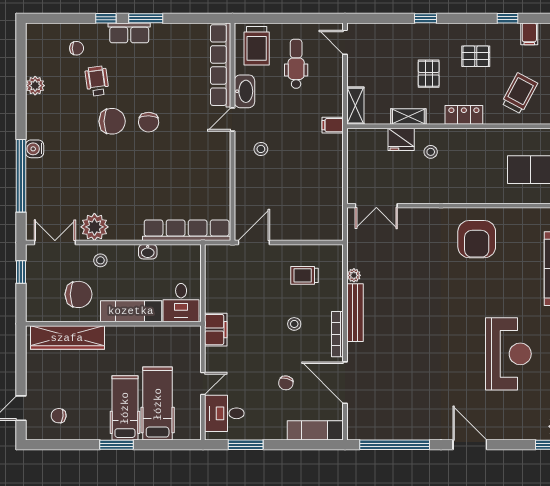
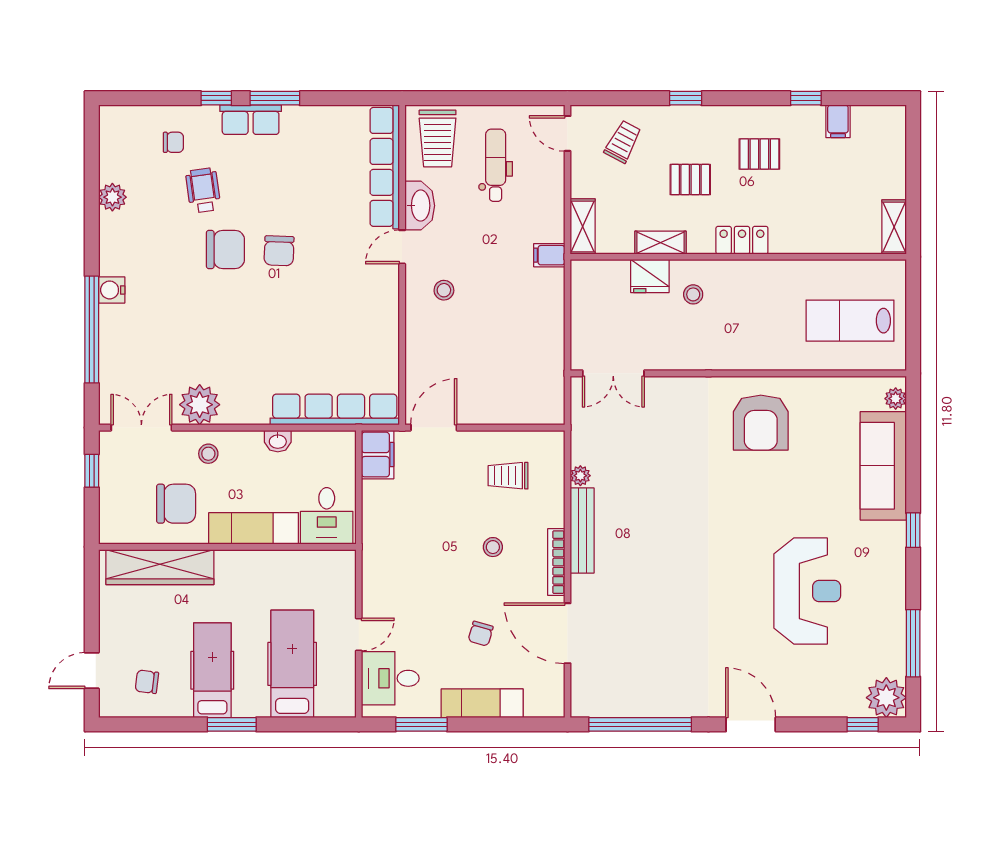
pallet: (429, 74) -> (690, 180), turned 90
trolley: (519, 93) -> (623, 142), moved, width x0.73, depth x0.72
filing cabinet: (216, 330) -> (378, 455), moved
hospital bed: (125, 408) -> (212, 670), moved
exam couch: (315, 430) -> (482, 703), moved

